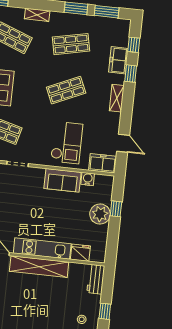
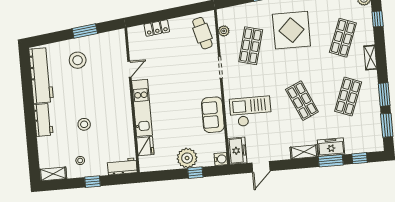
shop shelf: (71, 44) -> (348, 97), turned 33
freezer: (118, 60) -> (331, 147), moved
window: (131, 74) -> (331, 161), width x1.50
checkout: (67, 143) -> (251, 111), turned 180
water cooler: (88, 179) -> (221, 159), moved
shelving: (39, 267) -> (124, 108), removed
stool: (47, 308) -> (84, 124), added

